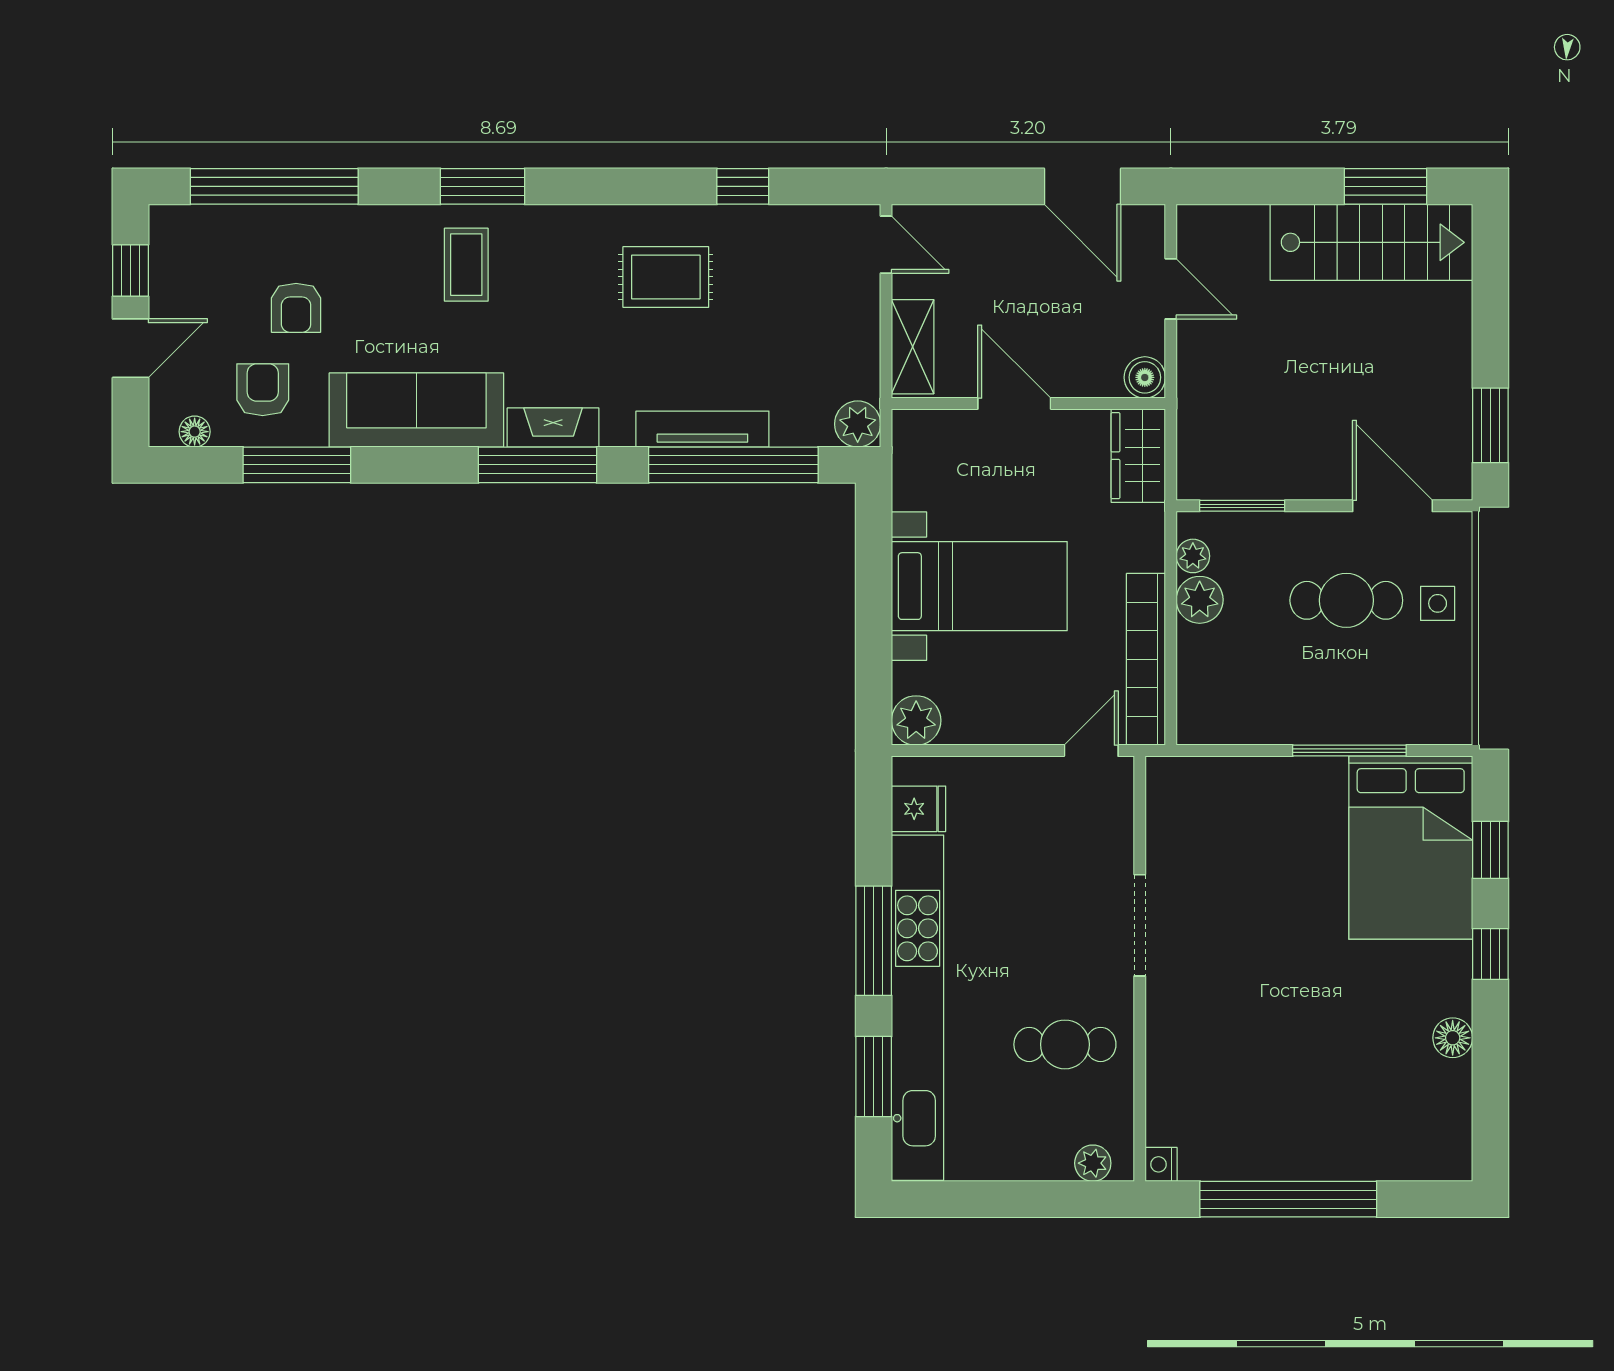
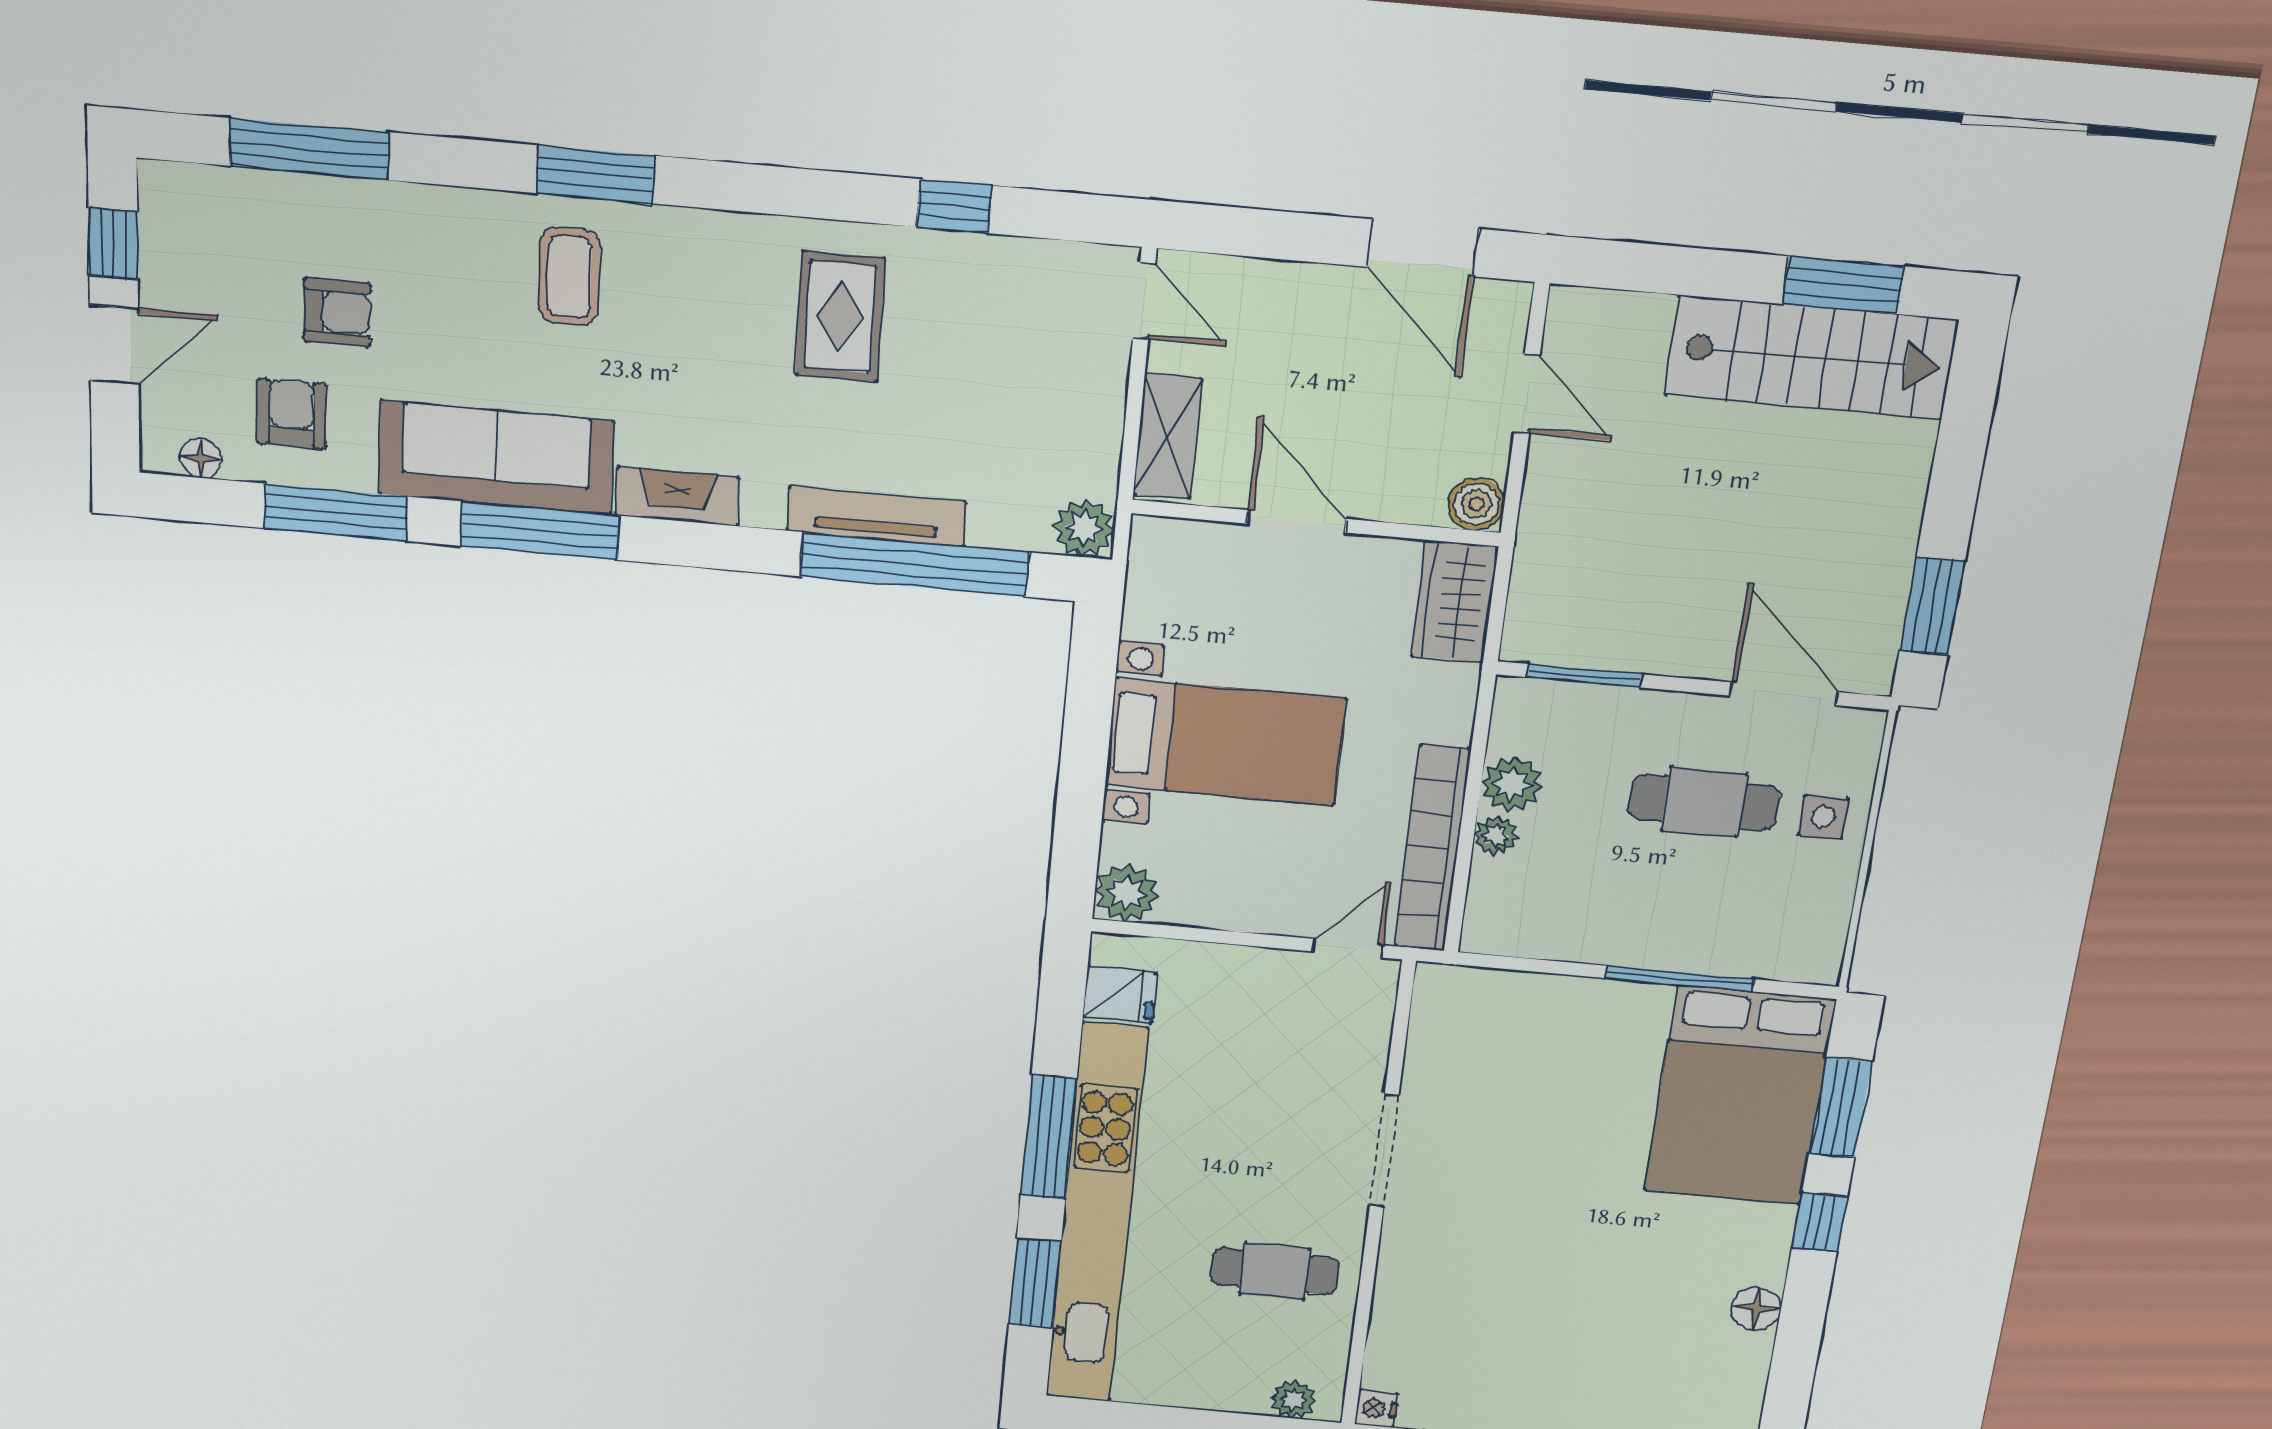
window: (274, 186) -> (309, 149), width x0.68
rug: (666, 277) -> (840, 317), turned 90
armchair: (296, 308) -> (337, 312), turned -90
window: (538, 465) -> (540, 531), moved
plant: (1193, 556) -> (1496, 836), moved
window: (1490, 850) -> (1840, 1108), width x1.50

